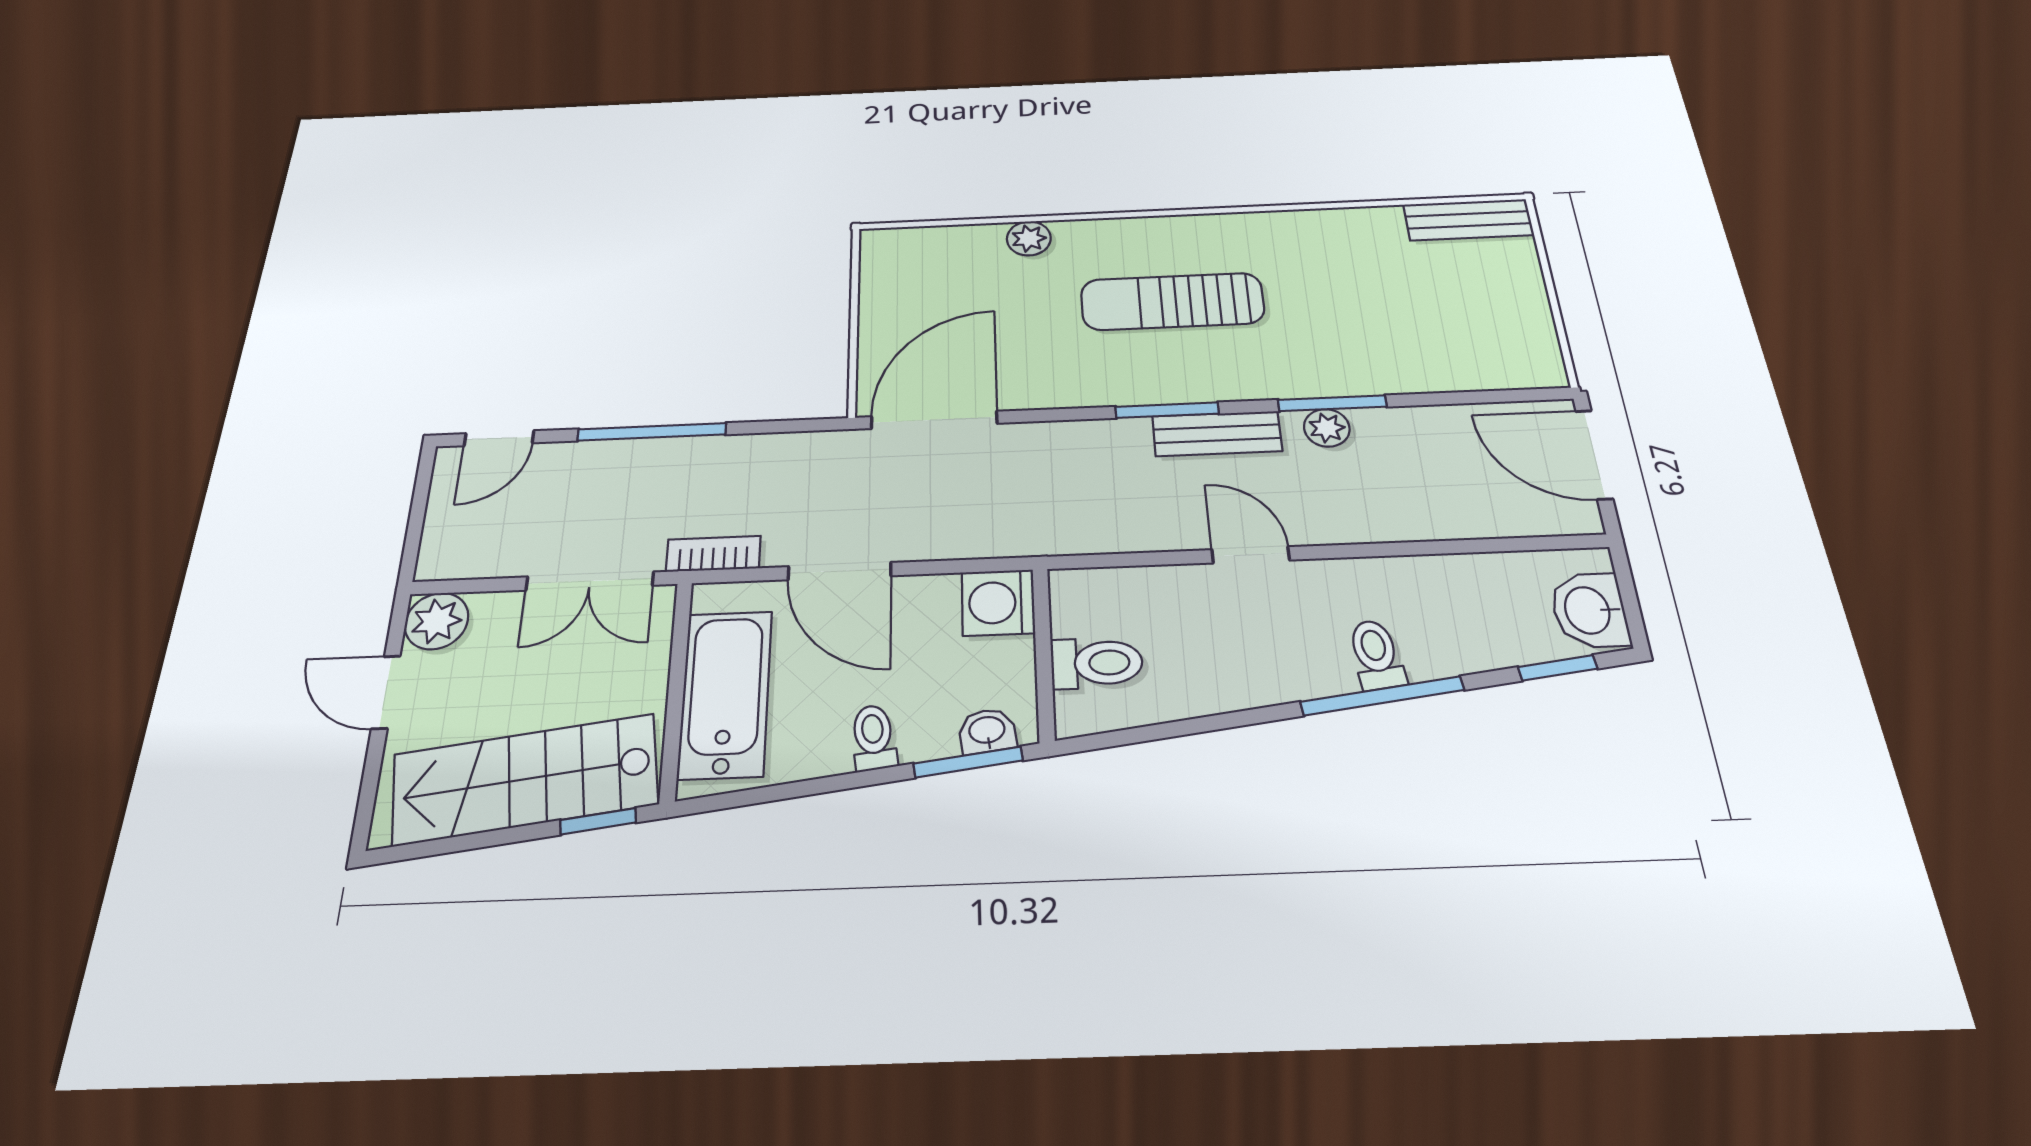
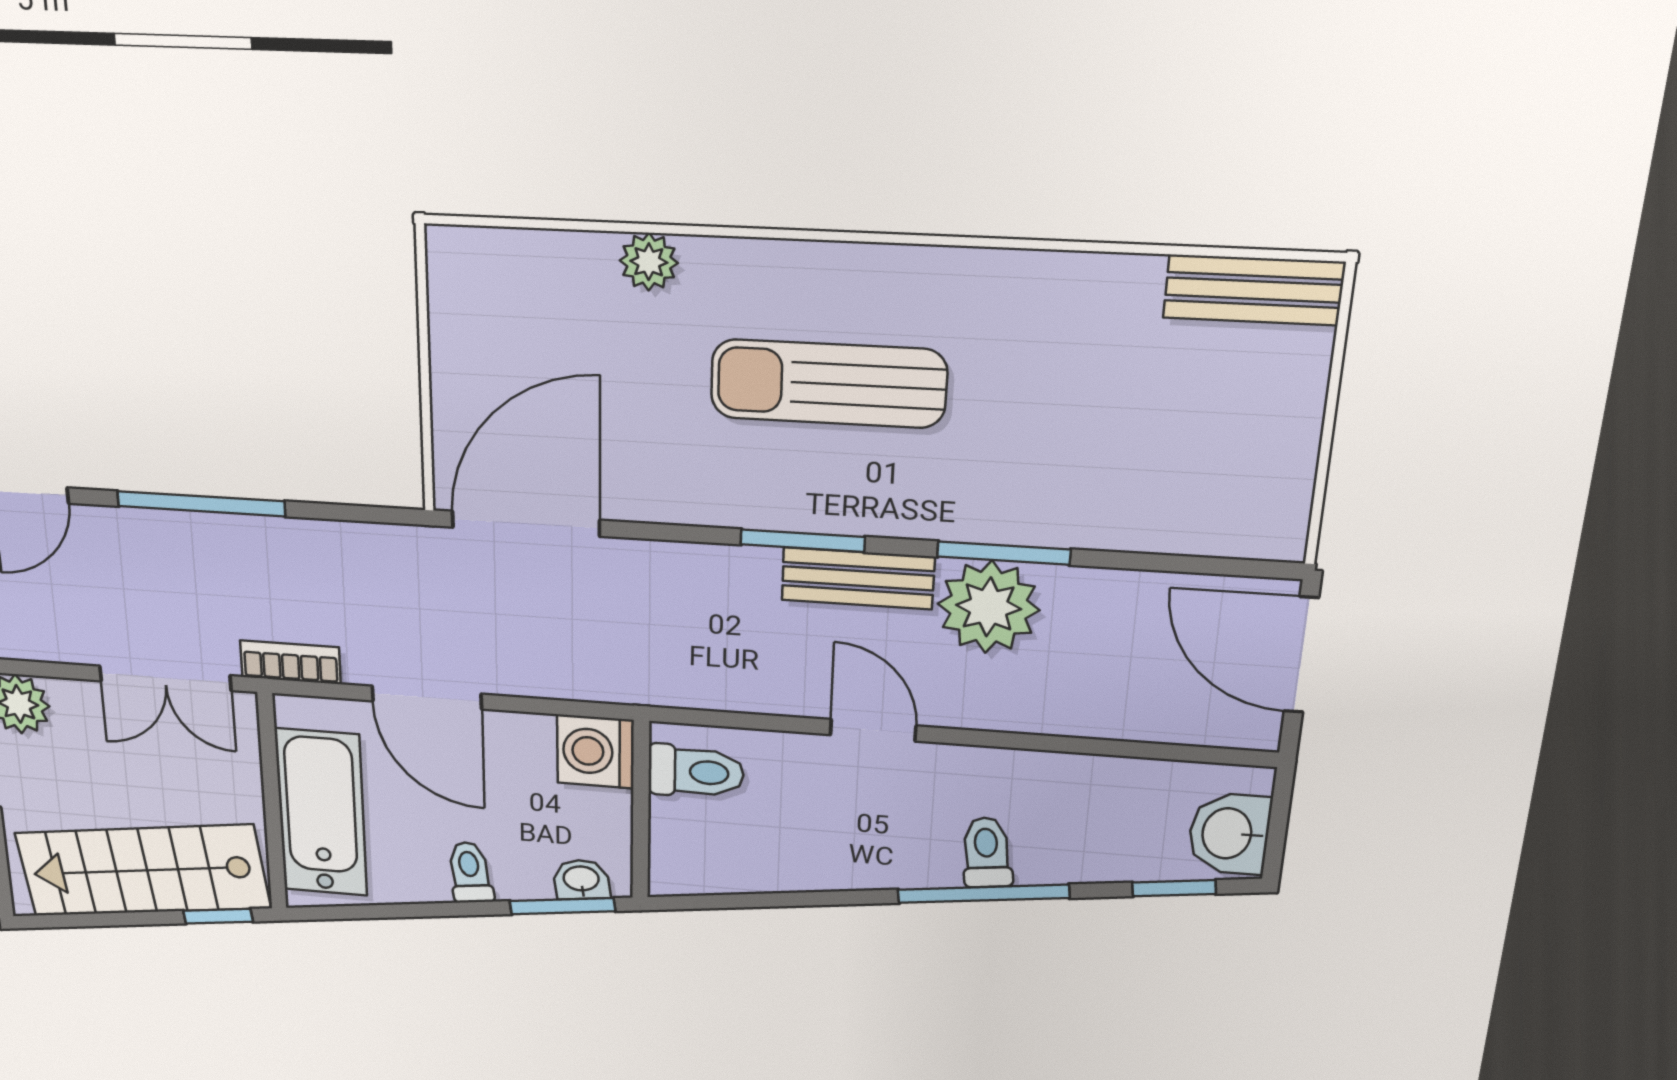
plant: (1327, 428) -> (989, 607), width x1.88, depth x1.88
toilet: (1097, 663) -> (696, 772), moved

